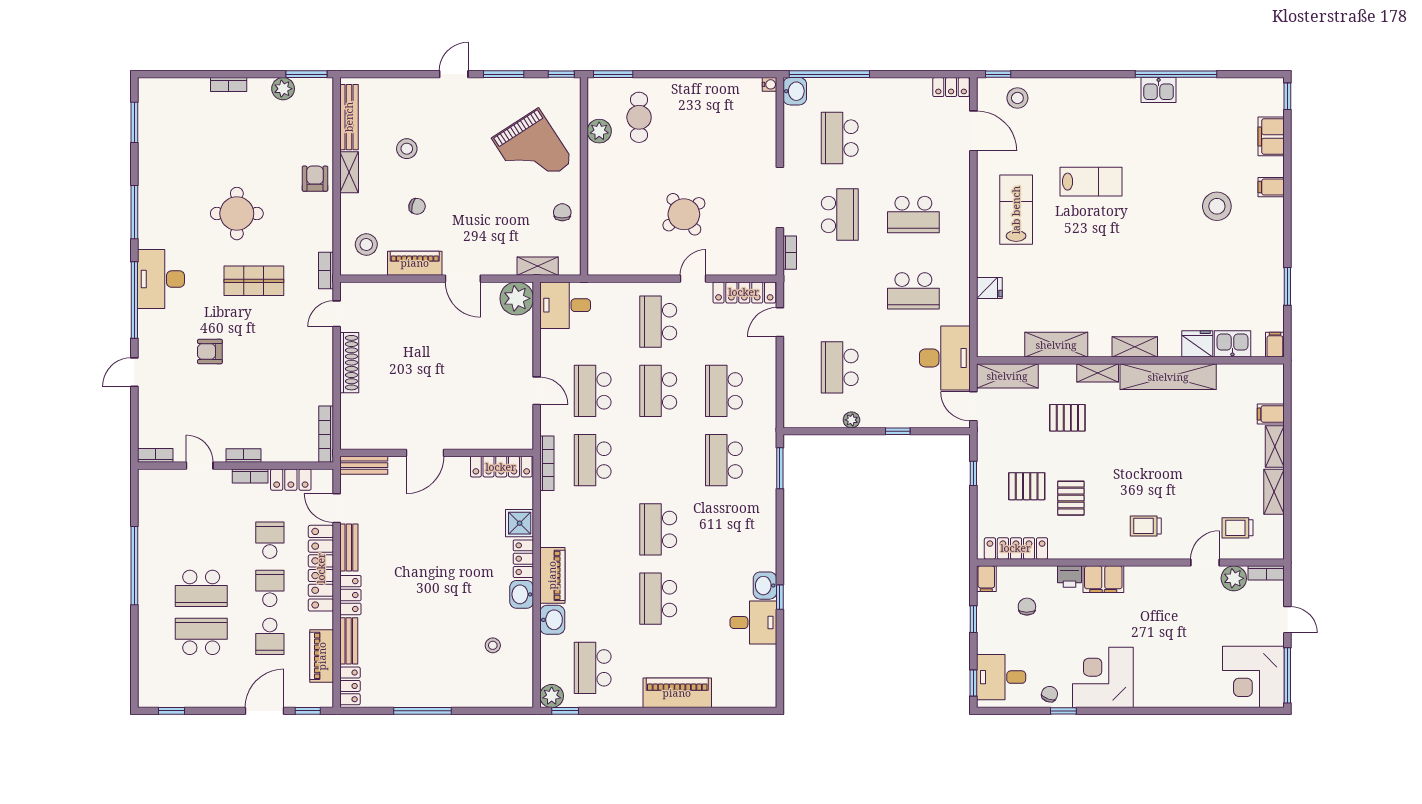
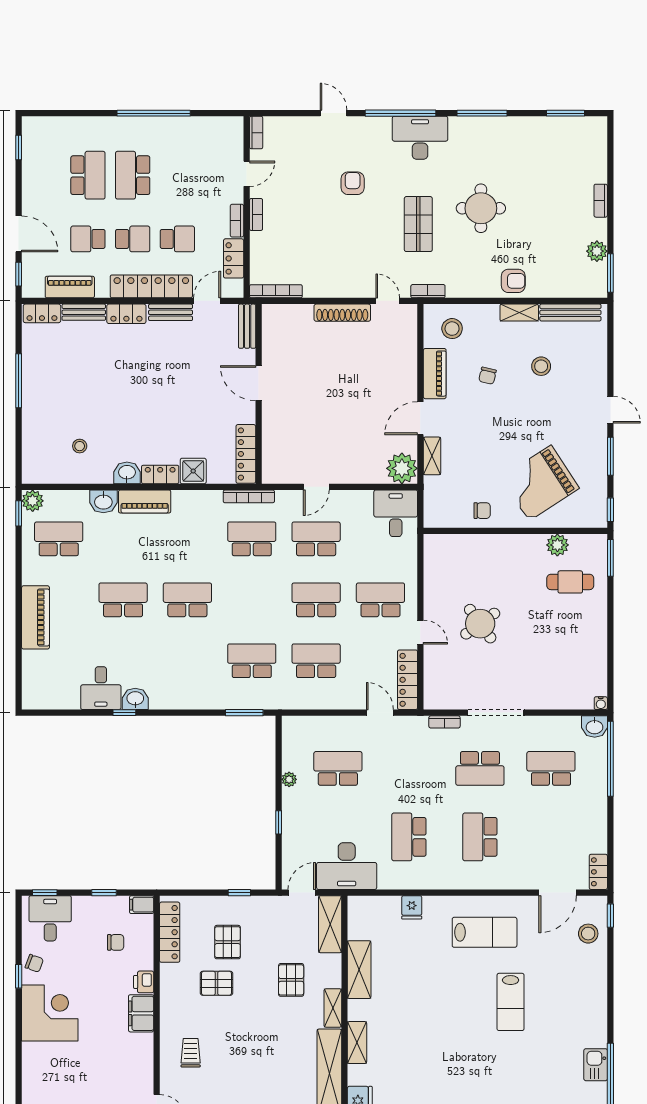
shelving: (538, 266) -> (432, 456), moved

